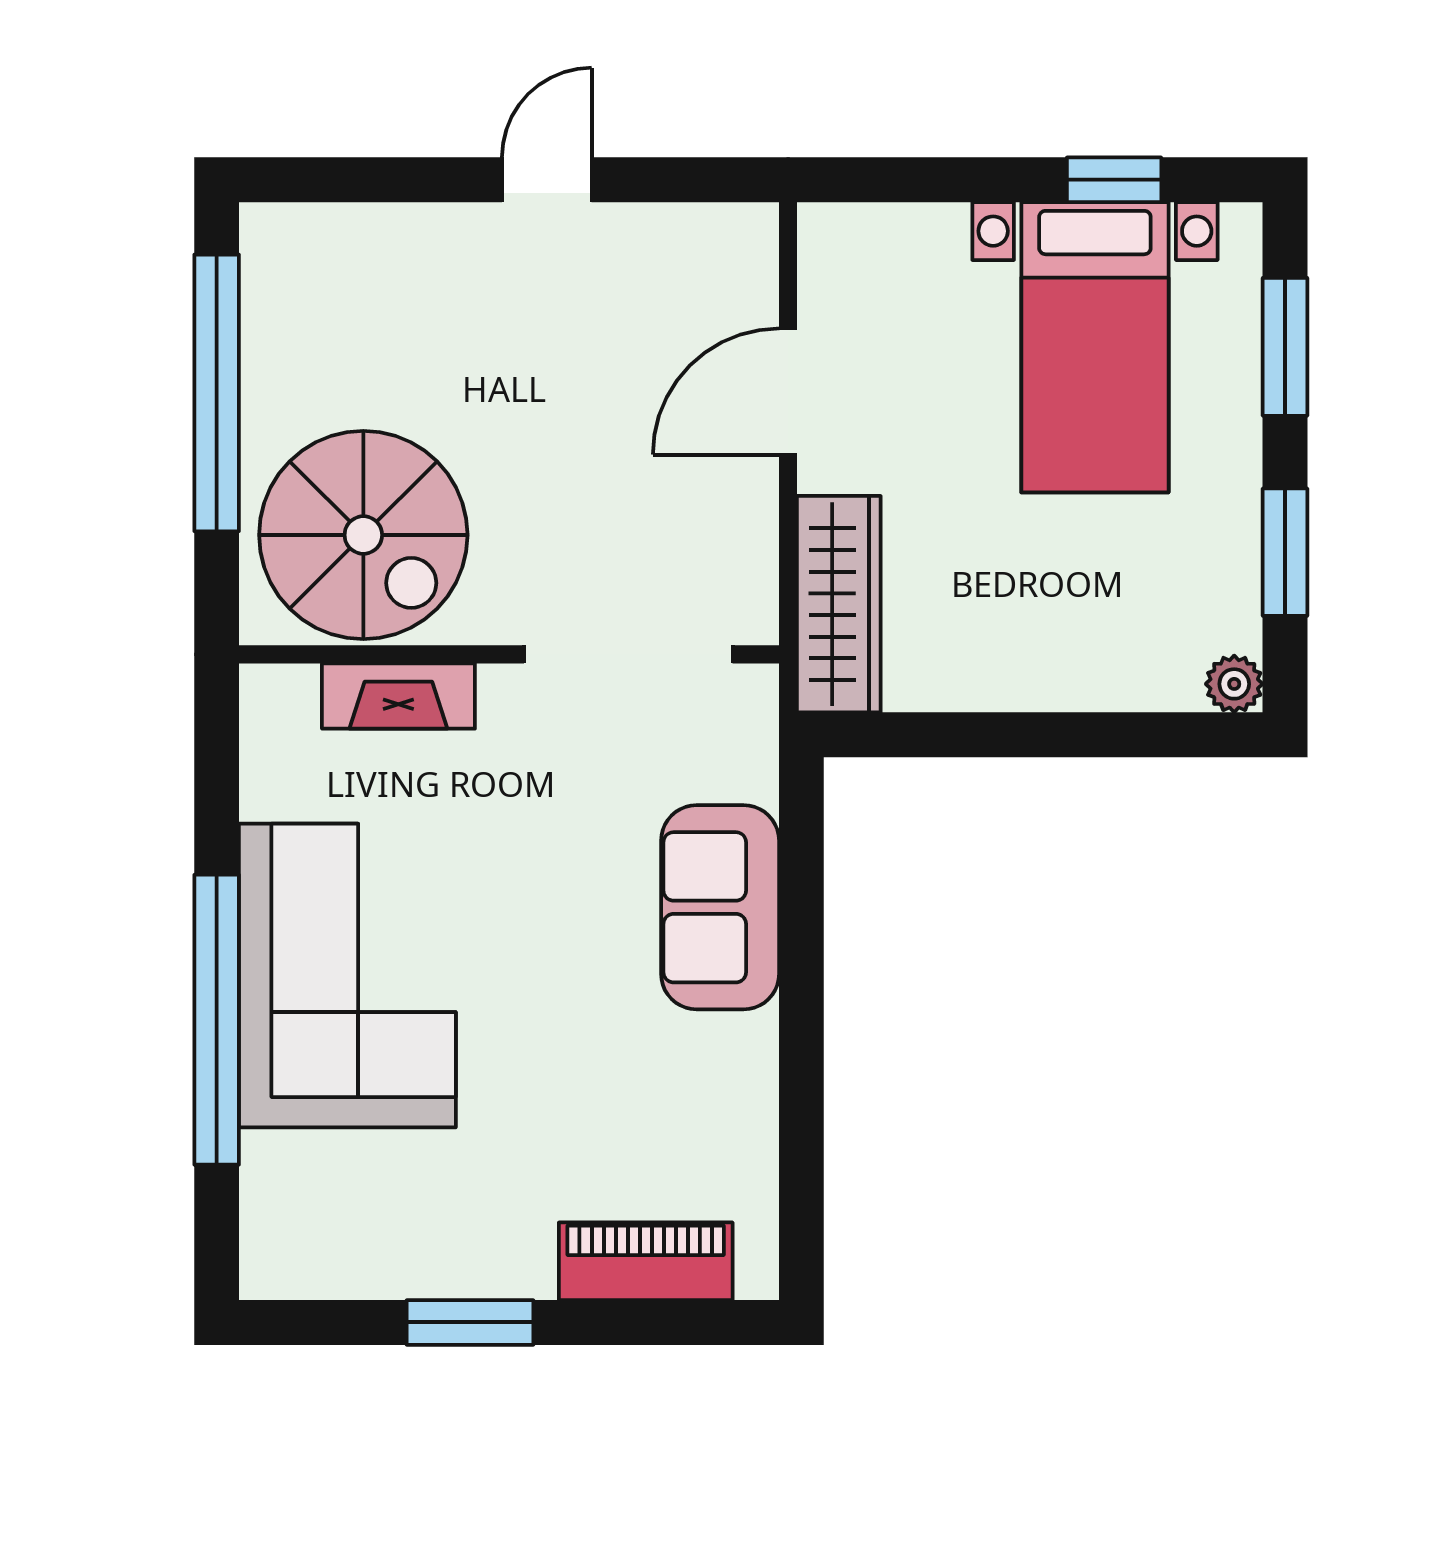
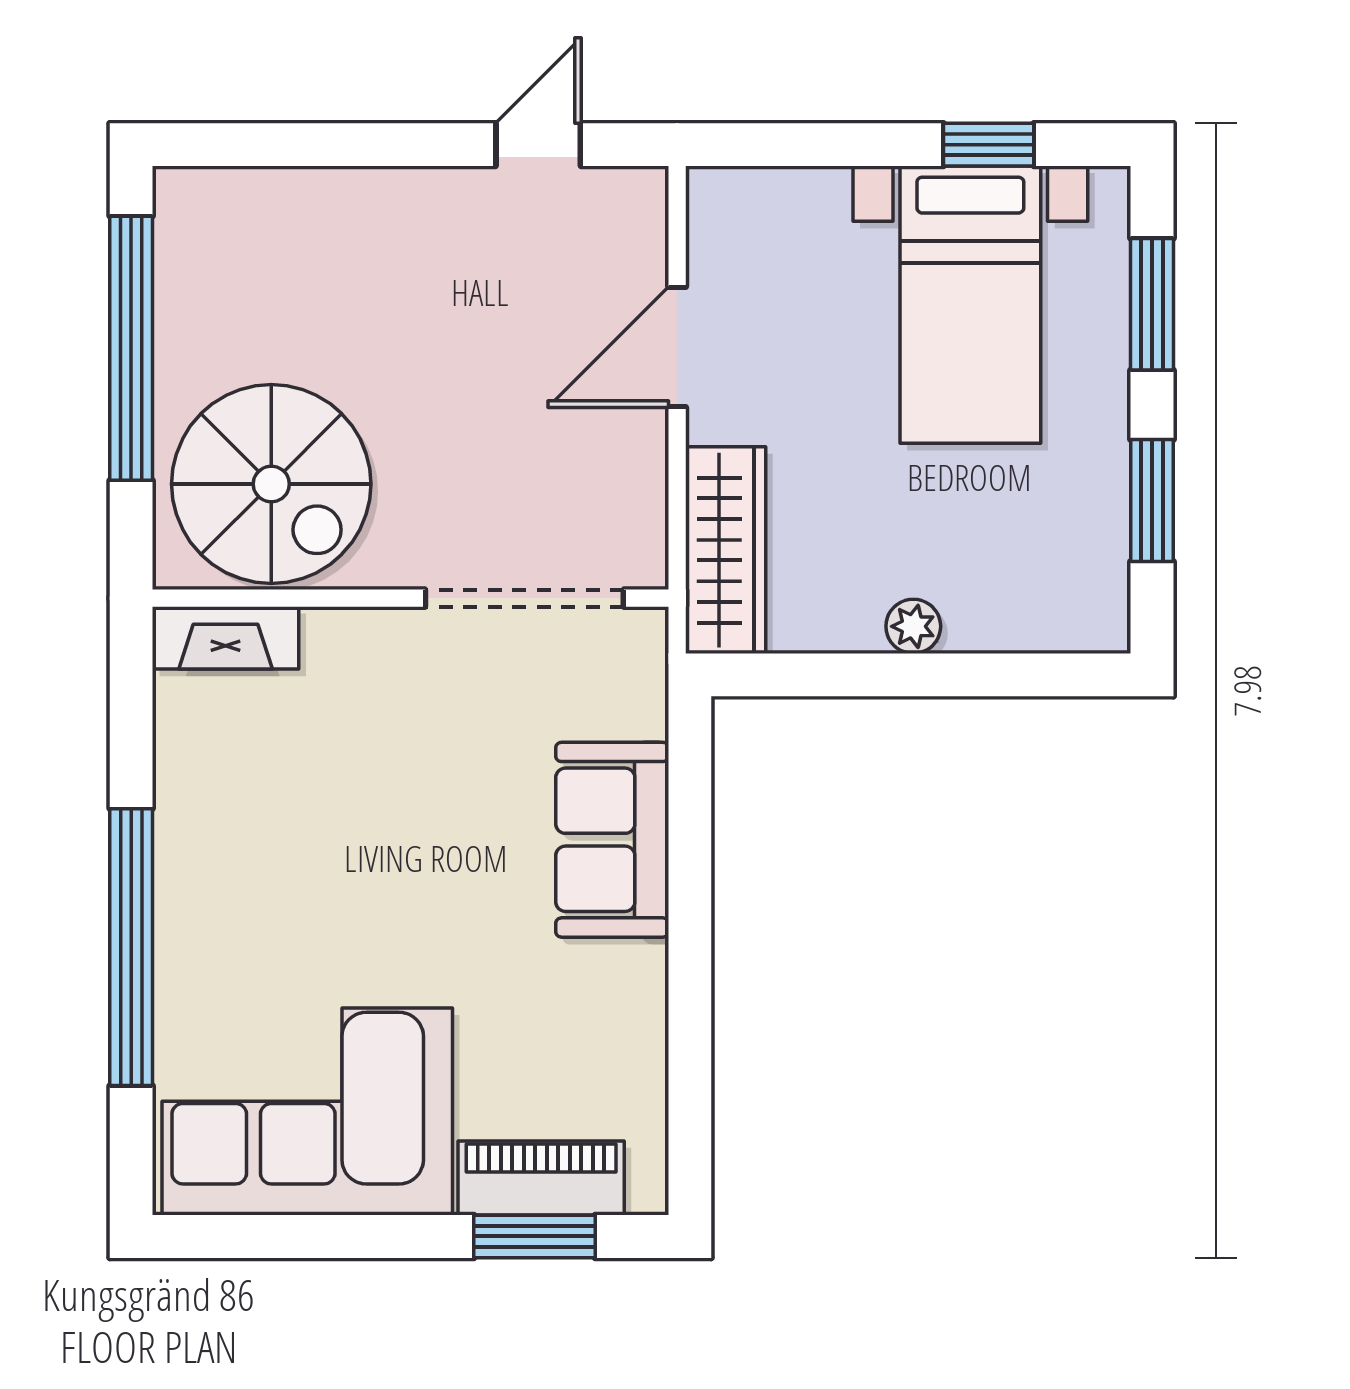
door: (547, 180) -> (538, 145), moved
plant: (1234, 684) -> (913, 626), moved
fireplace: (398, 696) -> (226, 638), moved
corner sofa: (347, 976) -> (307, 1112), moved, turned -90
window: (470, 1322) -> (535, 1236), moved

